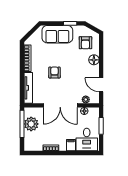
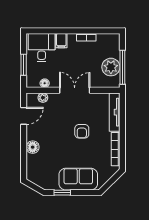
armchair: (85, 43) -> (43, 168), removed
door: (101, 85) -> (24, 116), hinge flipped
double door: (60, 105) -> (75, 90), width x0.73

